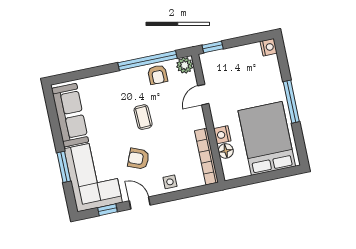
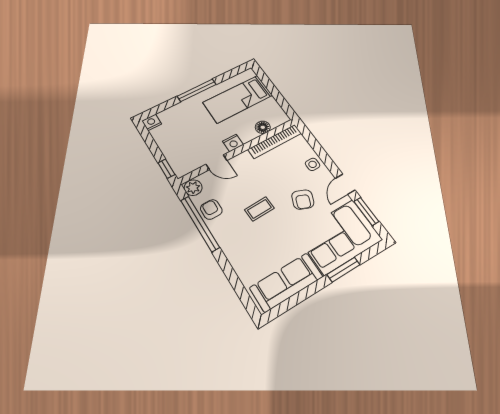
armchair: (158, 75) -> (211, 209), turned -90
nightstand: (222, 135) -> (233, 143), moved
bed: (267, 138) -> (238, 99), width x0.67
window: (108, 210) -> (366, 211), width x1.50

